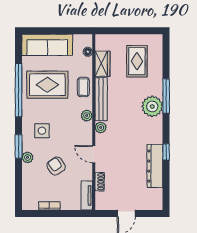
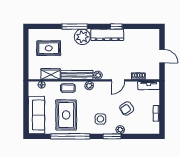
dresser: (155, 166) -> (107, 35), moved

